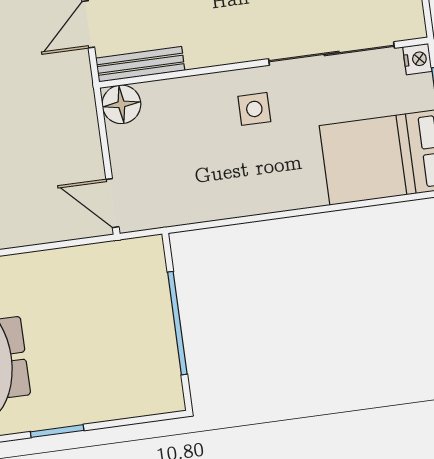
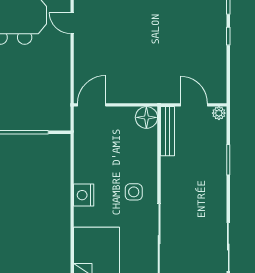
nightstand: (272, 195) -> (84, 195), added

